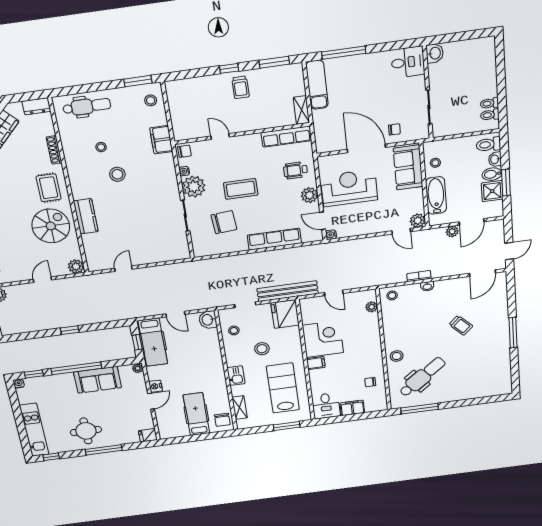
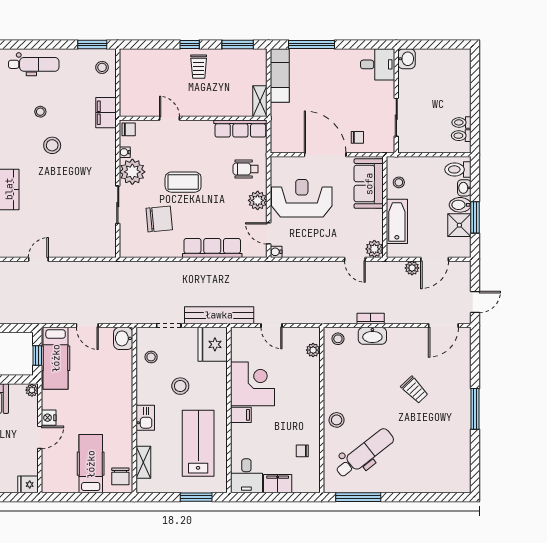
washbasin: (427, 286) -> (372, 336), width x1.91, depth x1.45

